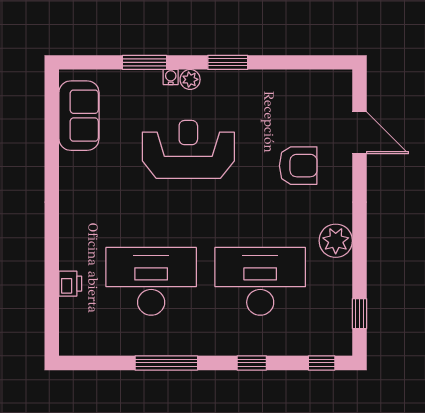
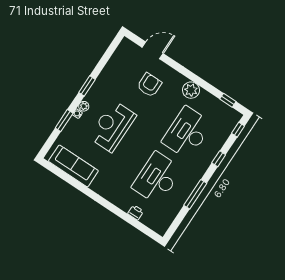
sofa: (79, 116) -> (73, 166), width x1.36

